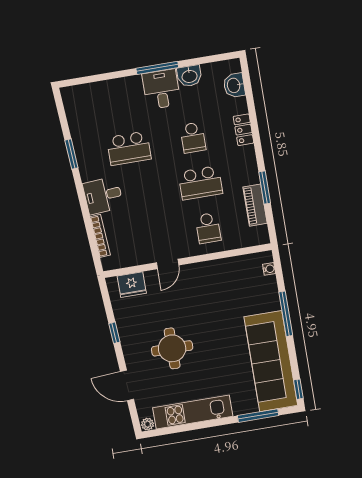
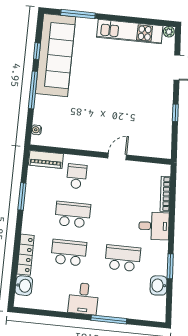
window: (157, 68) -> (109, 319), moved
washbasin: (189, 76) -> (159, 285), moved, turned -94
locker: (243, 130) -> (25, 255), width x1.53
school desk: (193, 138) -> (69, 253), width x1.85
piano: (255, 205) -> (46, 159), moved, turned 90
fridge: (132, 285) -> (151, 148), removed
round table: (172, 348) -> (132, 87), removed
window: (298, 389) -> (37, 51), moved

